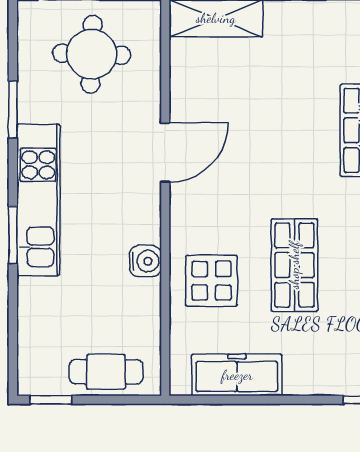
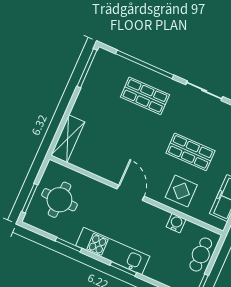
door: (165, 152) -> (131, 193), moved
water cooler: (145, 261) -> (176, 223), moved

